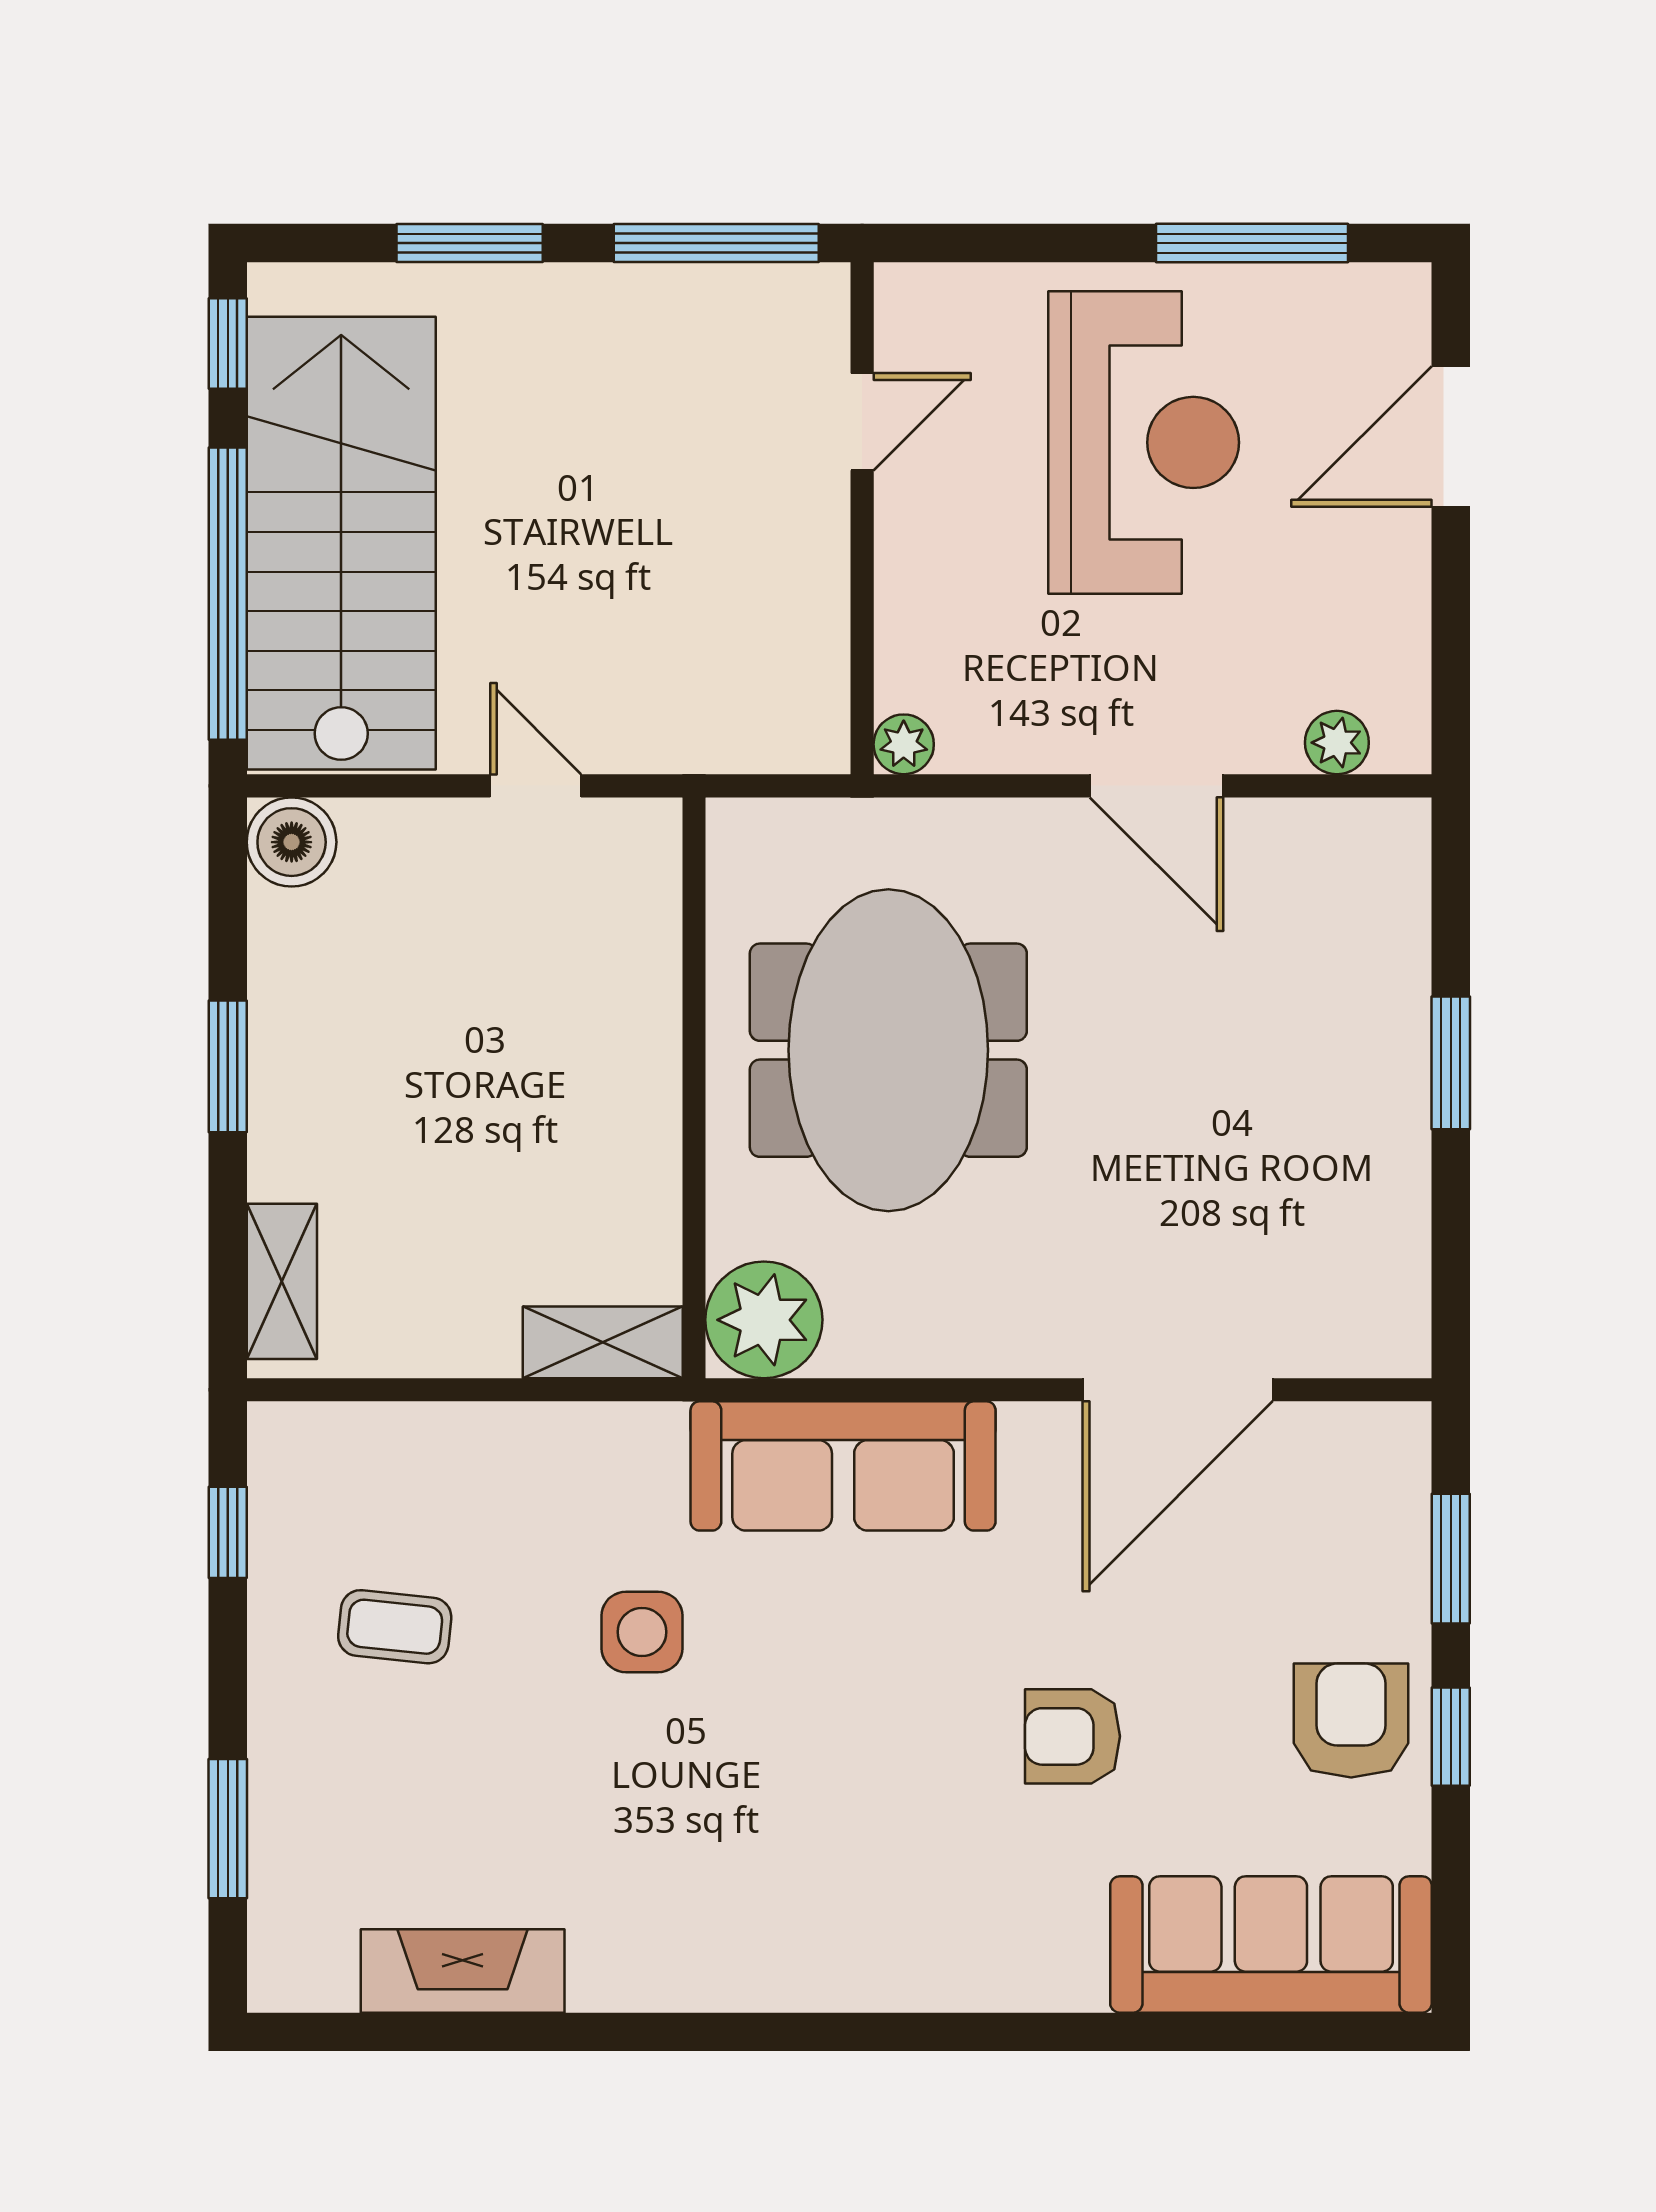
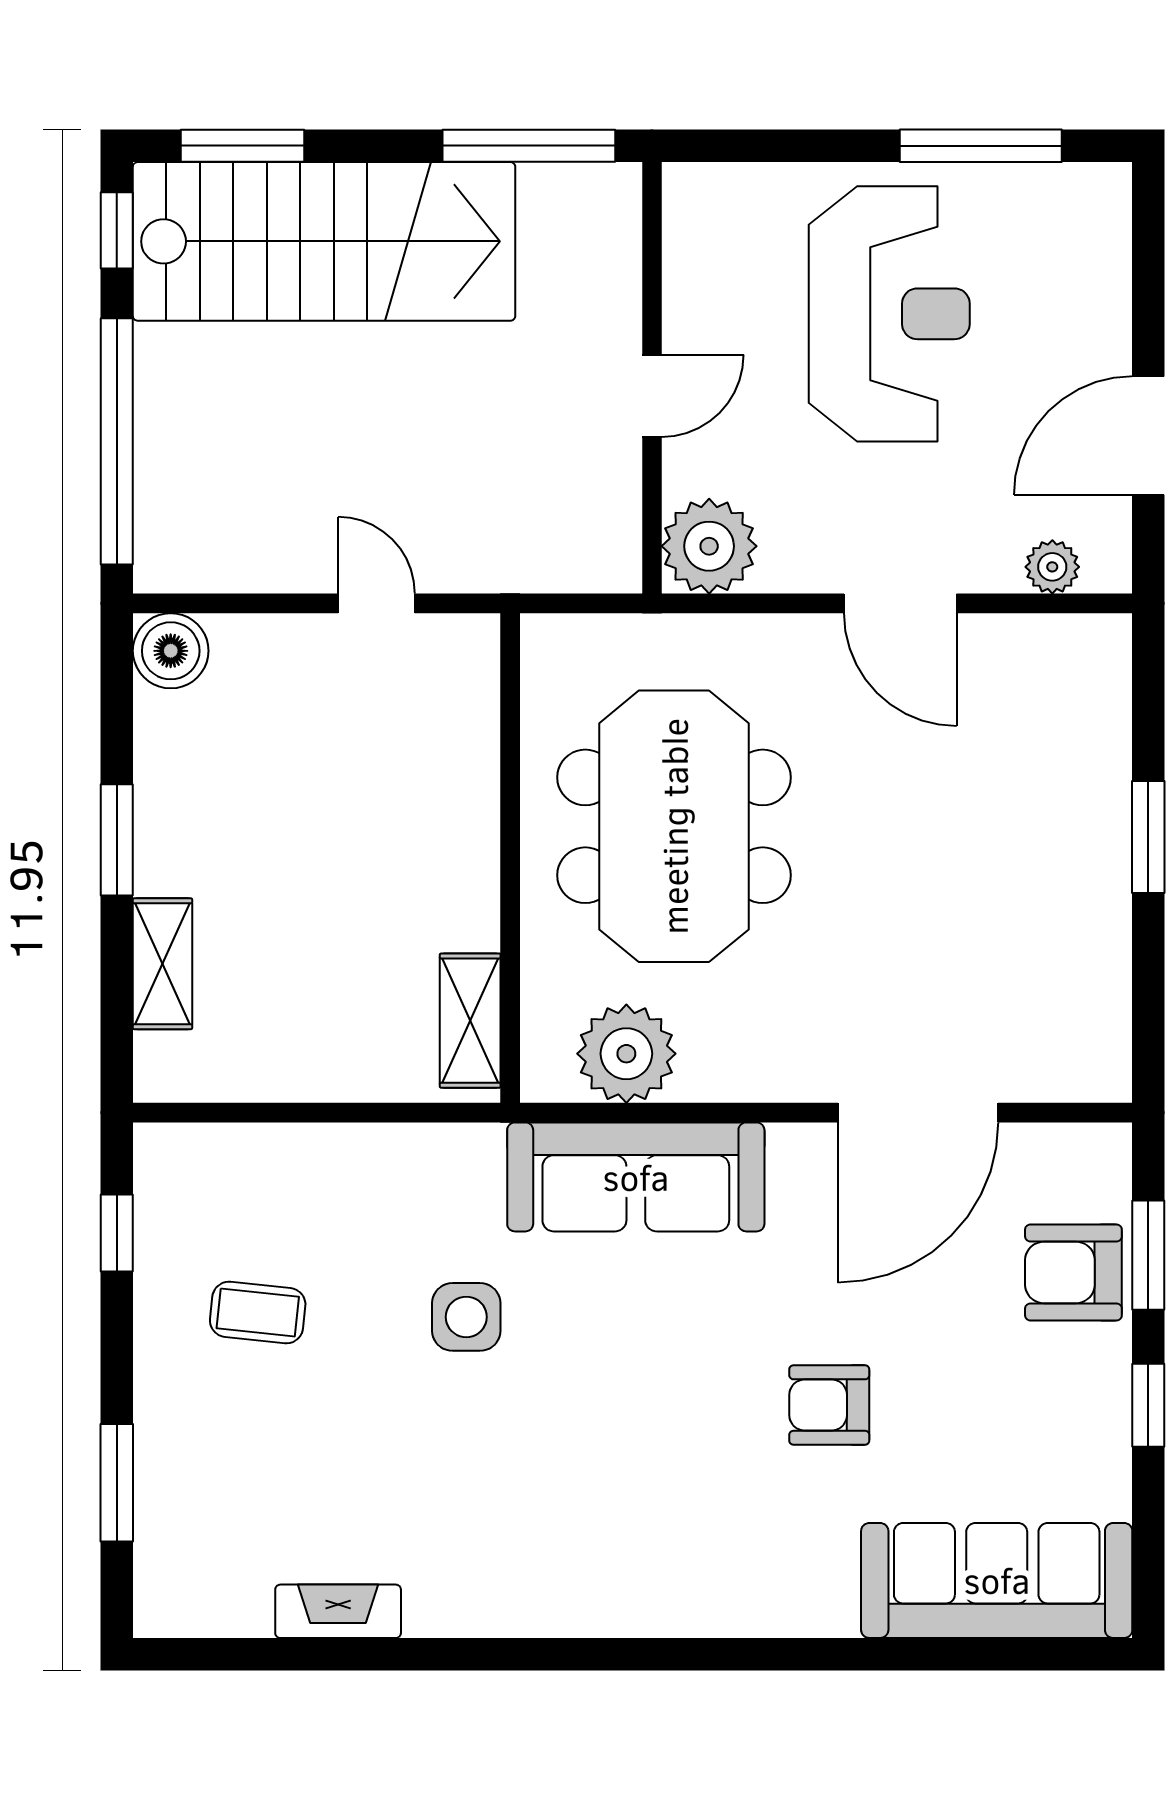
window: (470, 243) -> (243, 146), moved
door: (862, 422) -> (652, 396), moved
door: (1451, 436) -> (1148, 436), moved
stairs: (341, 543) -> (324, 241), moved, turned 90
plant: (904, 744) -> (709, 546), width x1.88, depth x1.88
shelving: (282, 1281) -> (163, 964), moved
plant: (764, 1320) -> (626, 1054), moved
shelving: (603, 1342) -> (470, 1021), moved, turned 90
armchair: (1351, 1720) -> (1073, 1272), moved, turned -90
fireplace: (463, 1971) -> (338, 1611), width x0.73, depth x0.76

